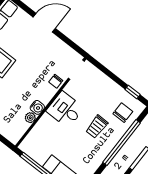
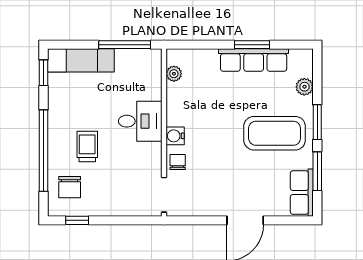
water cooler: (37, 107) -> (175, 136), moved
desk: (65, 110) -> (140, 121), moved
plant: (30, 118) -> (174, 74), moved

